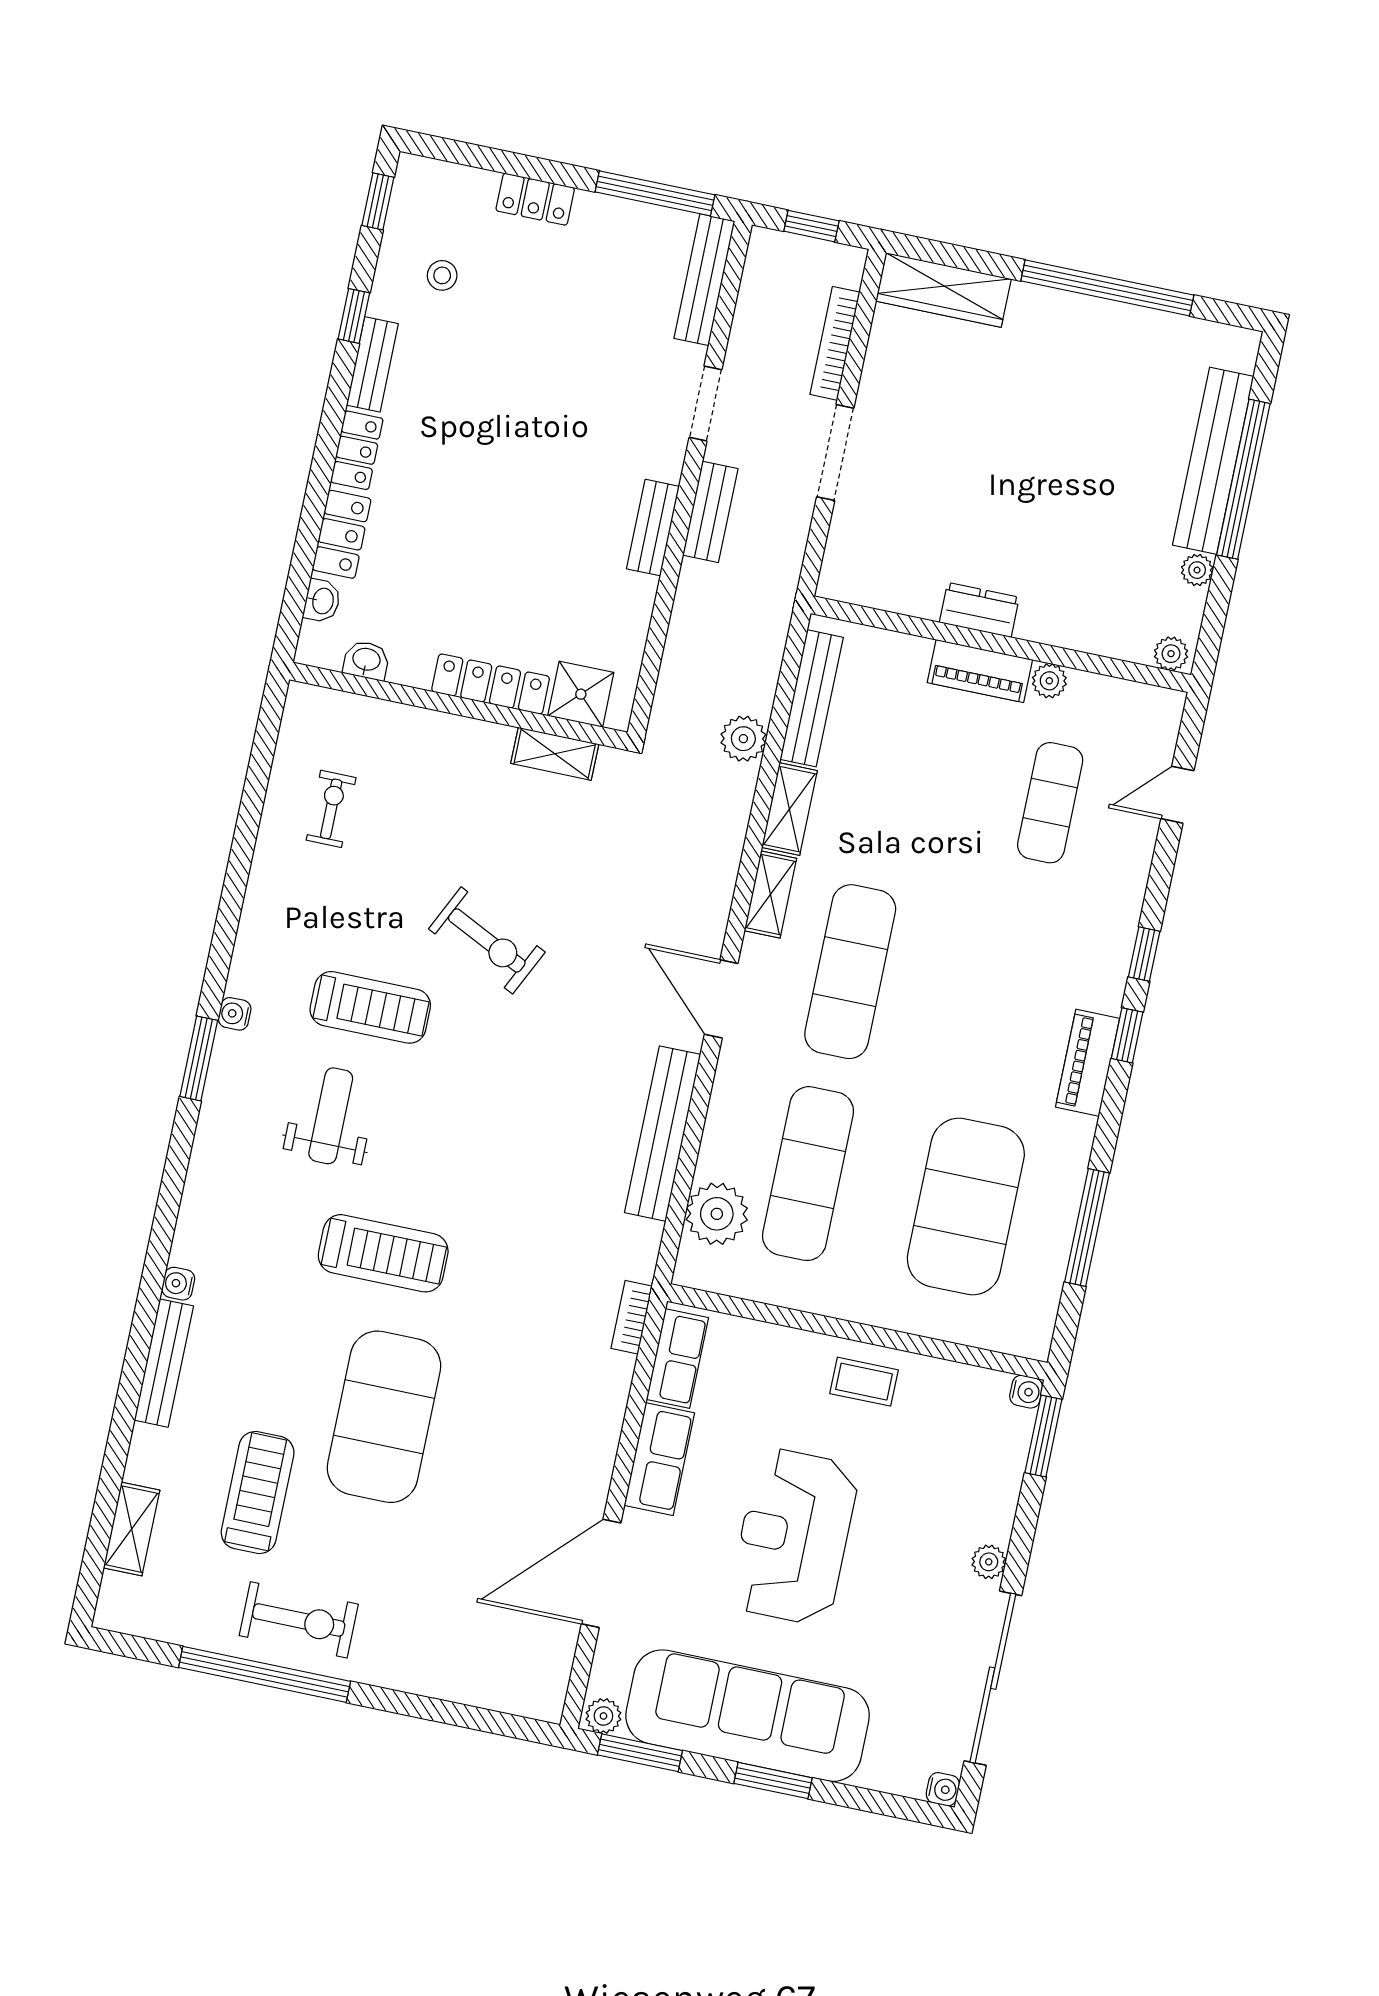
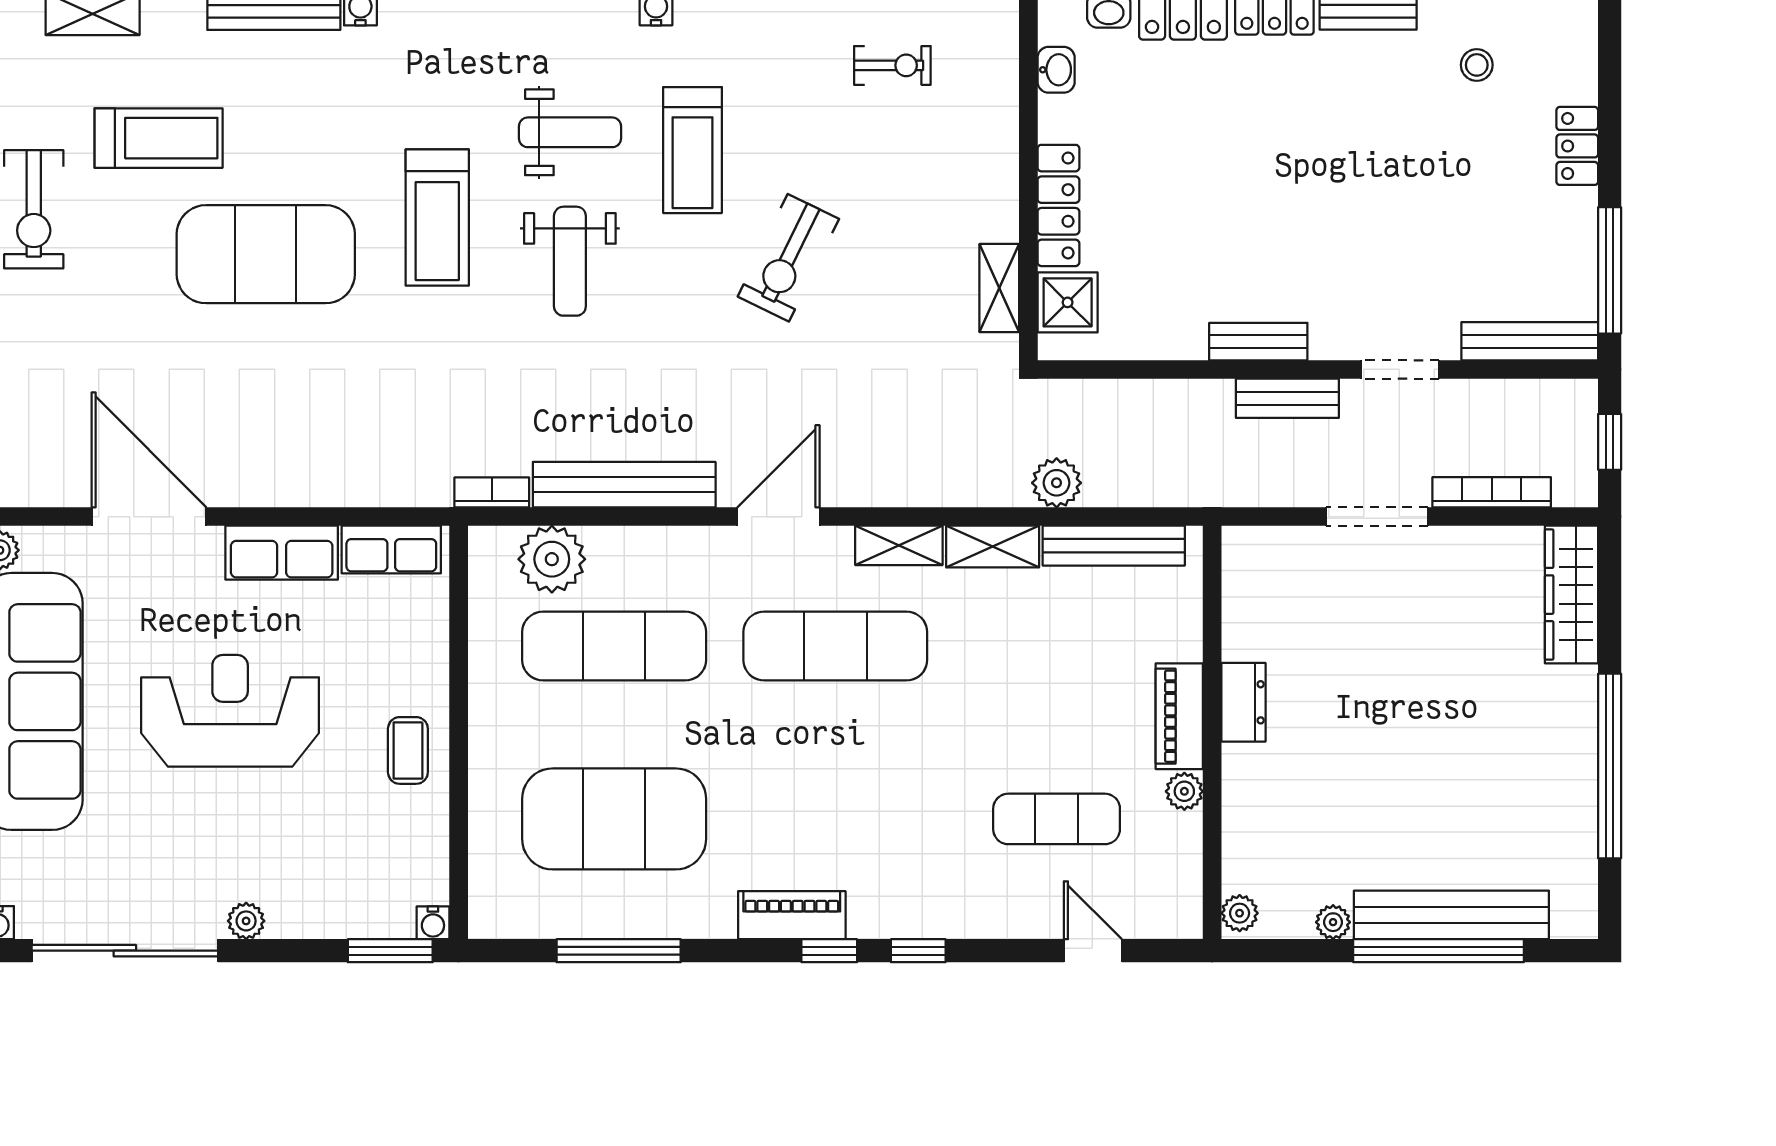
weight bench: (448, 1141) -> (570, 261), added
bookcase: (632, 1317) -> (492, 492), moved

